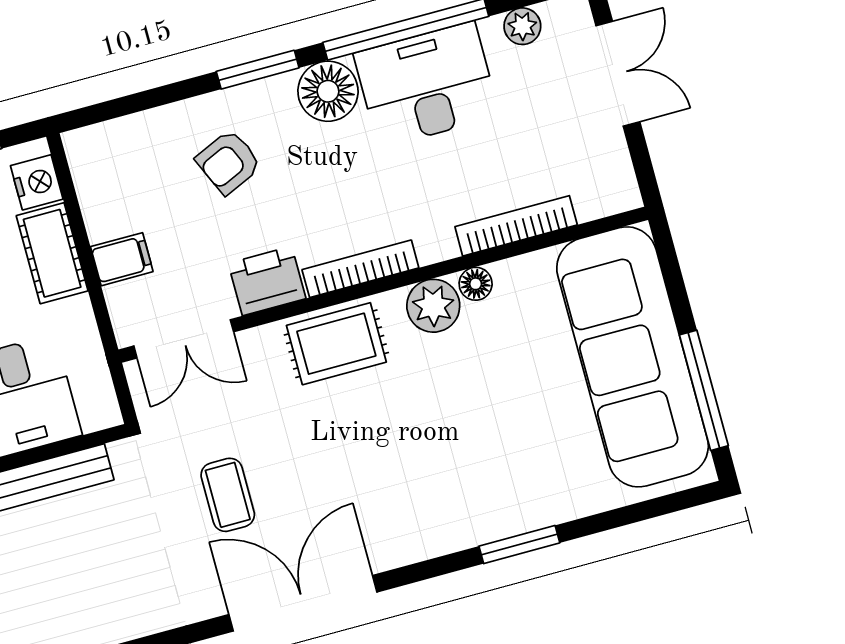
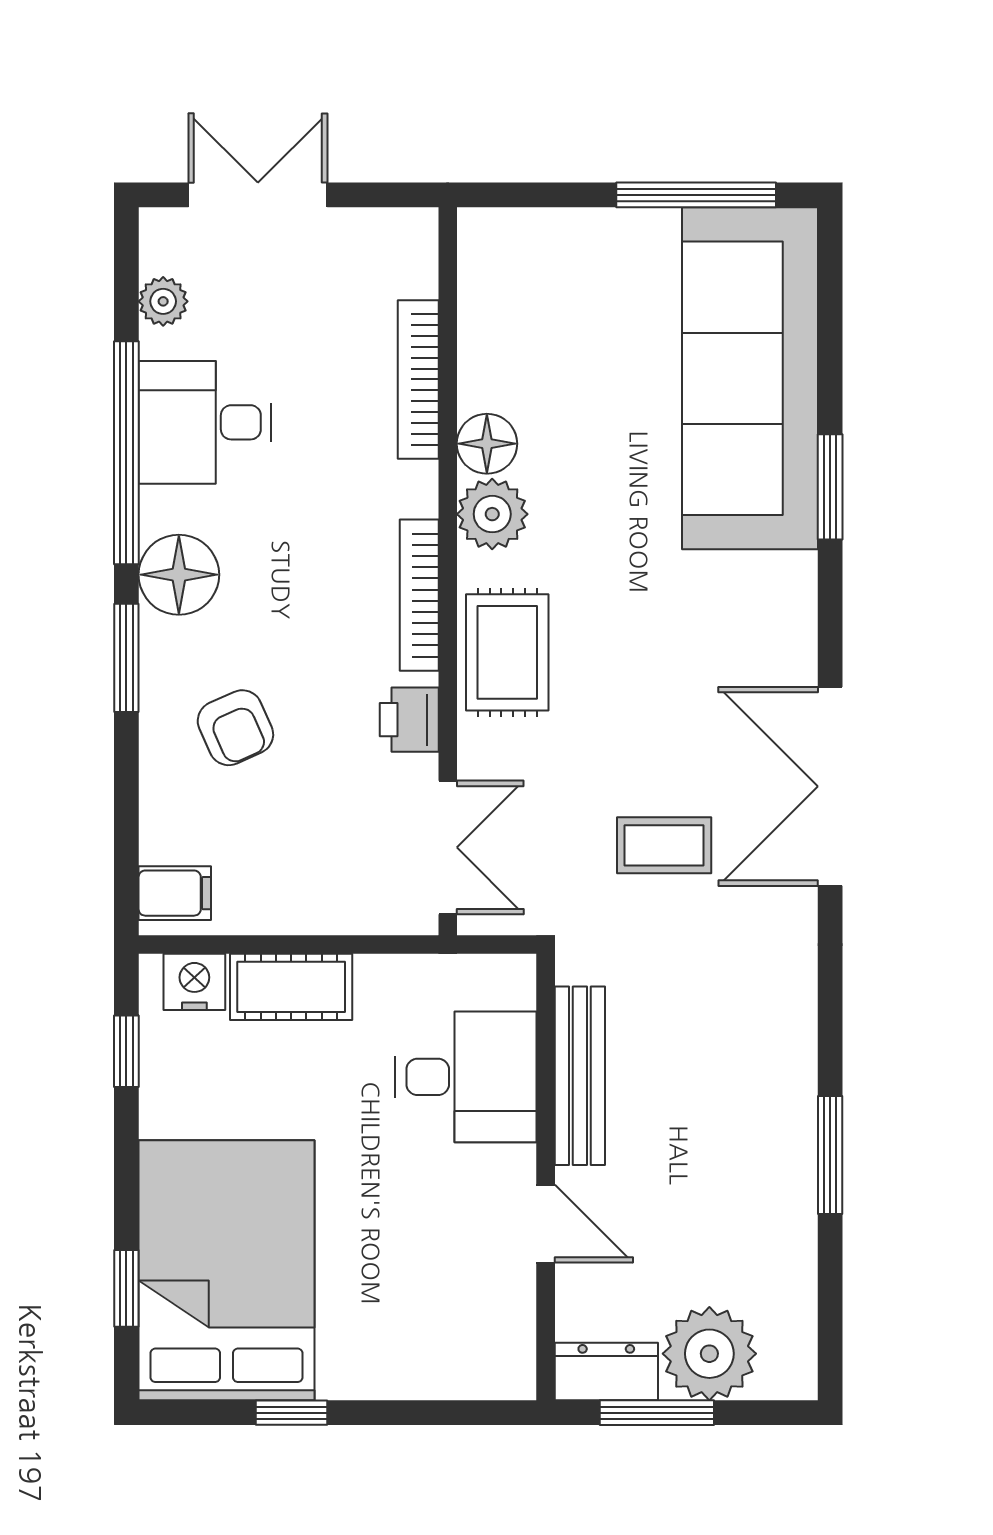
desk: (427, 85) -> (205, 422), width x0.73
filing cabinet: (122, 259) -> (175, 893), moved, turned 90
printer: (267, 281) -> (409, 720), width x0.73, depth x0.81
floor lamp: (476, 284) -> (487, 444), width x1.37, depth x1.37
sofa: (633, 357) -> (750, 378), moved, turned 90

